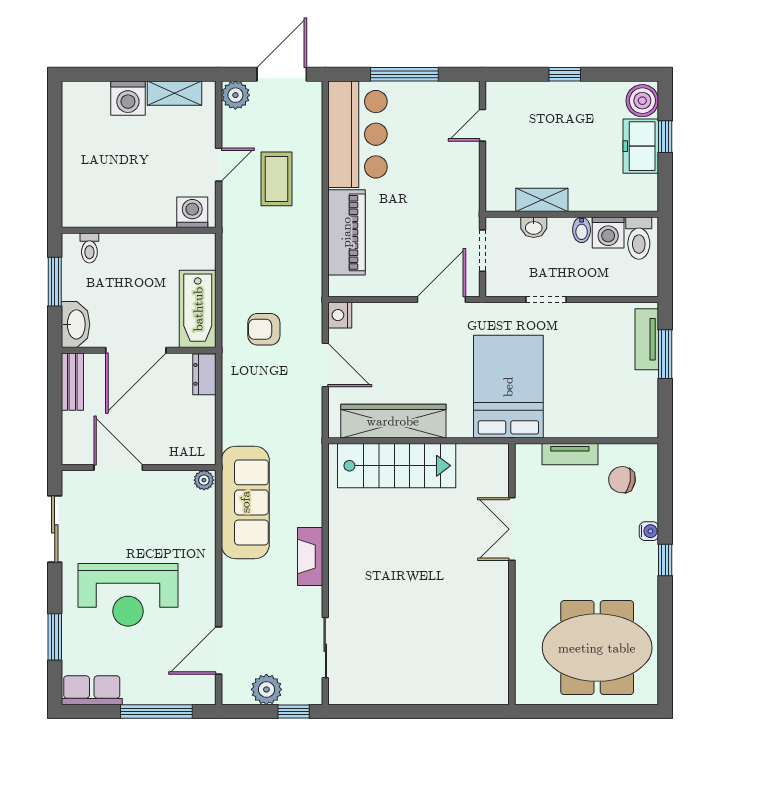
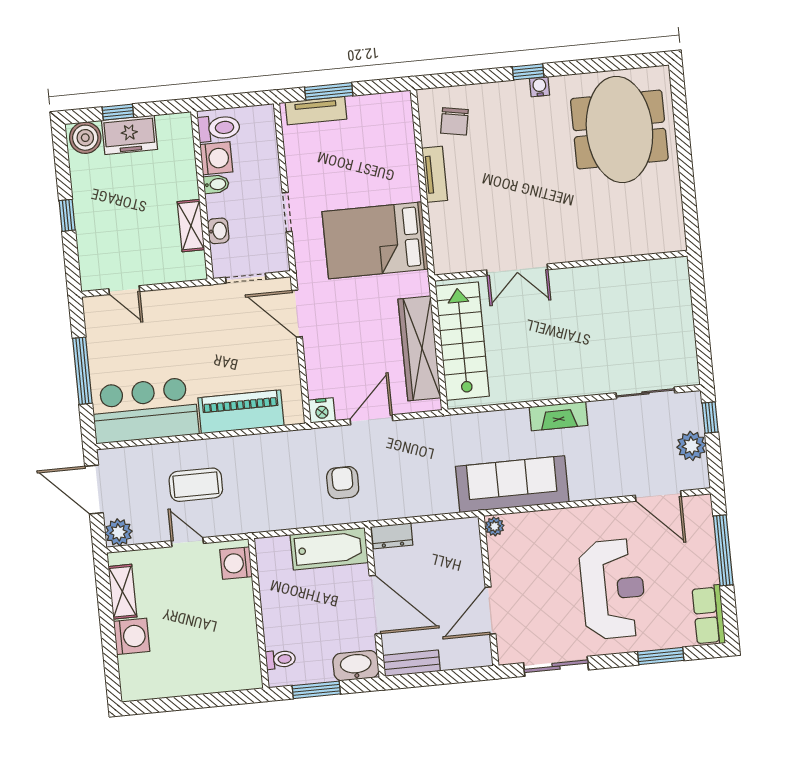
armchair: (264, 329) -> (343, 483), turned 180
double door: (512, 529) -> (517, 270), moved
water cooler: (649, 531) -> (540, 87), moved
wall: (512, 574) -> (561, 266), moved

